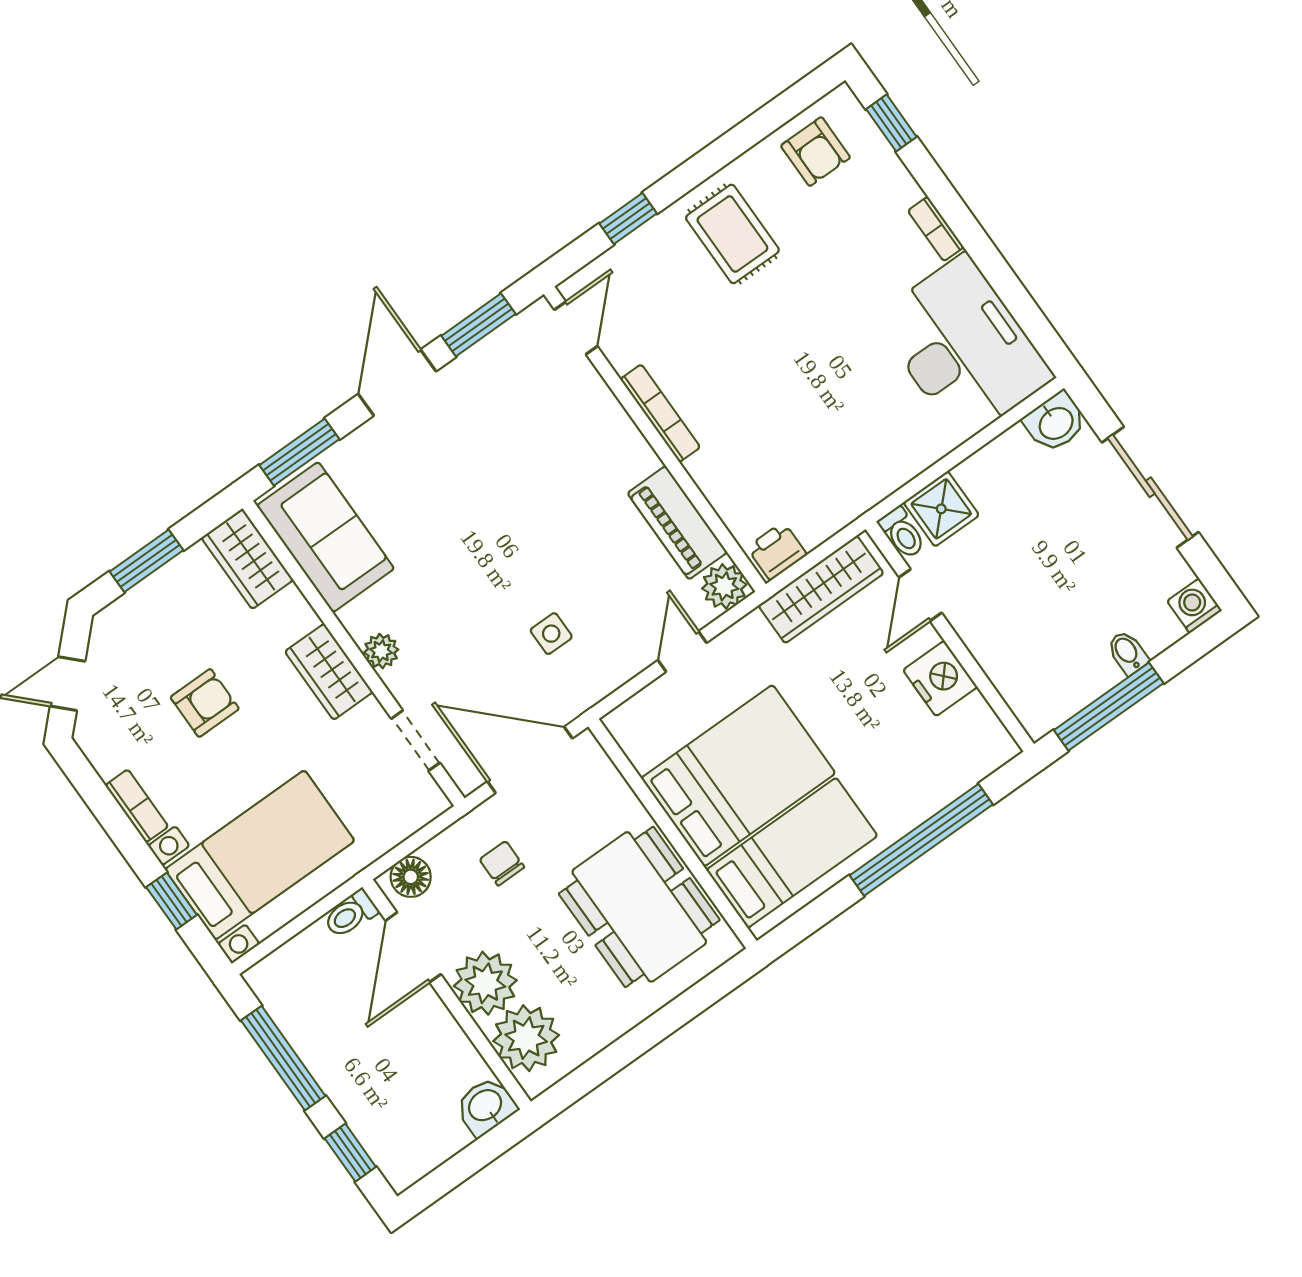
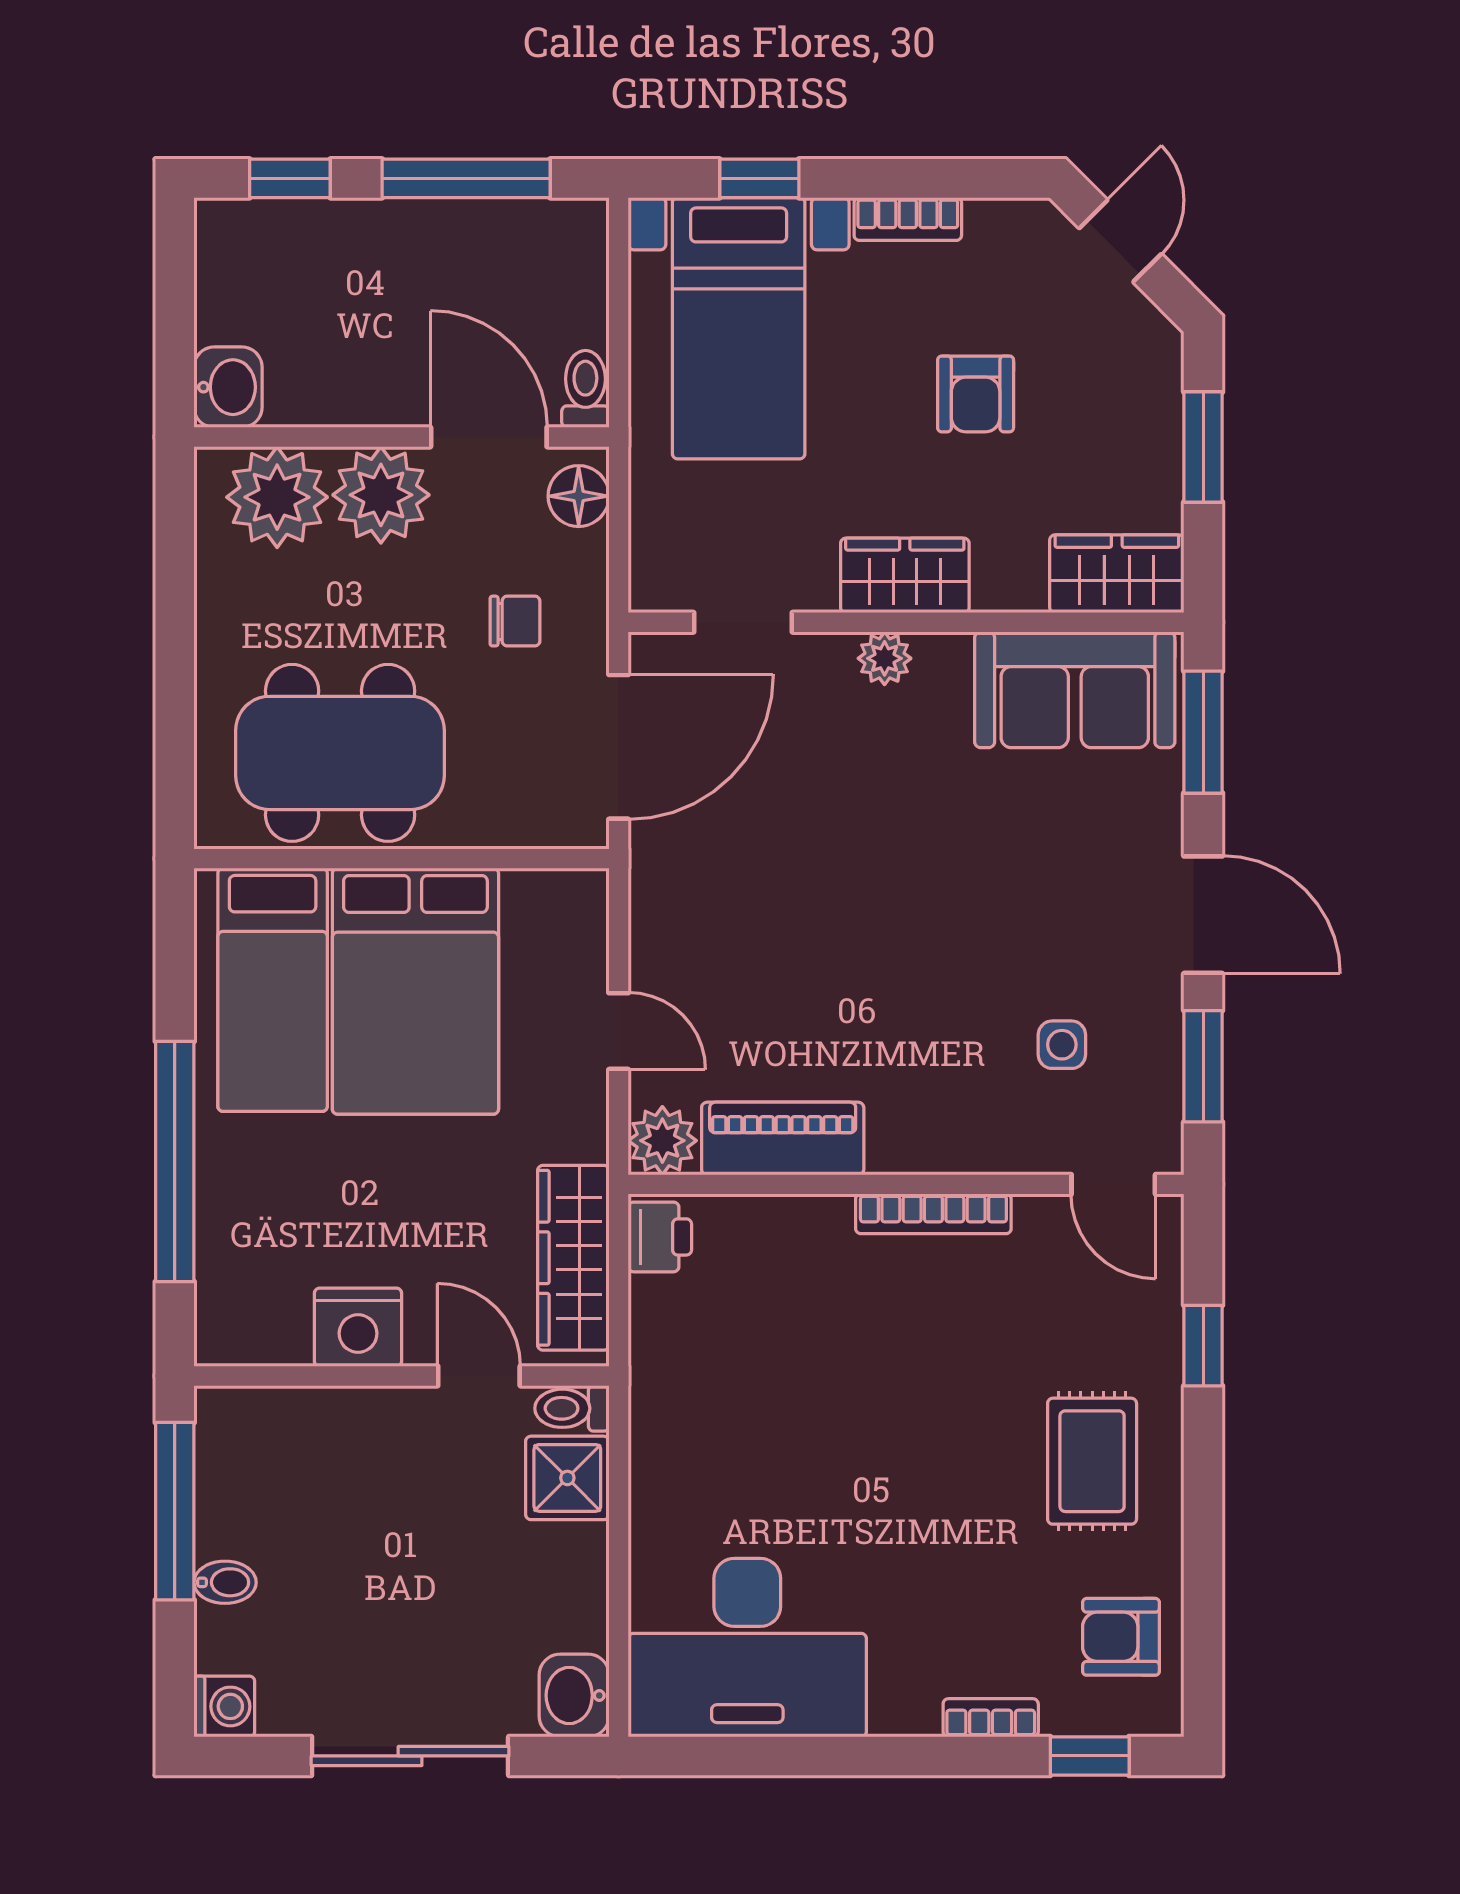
bookcase: (936, 229) -> (991, 1718), moved
rug: (732, 234) -> (1092, 1461), turned 90
side table: (551, 634) -> (1062, 1045), moved

